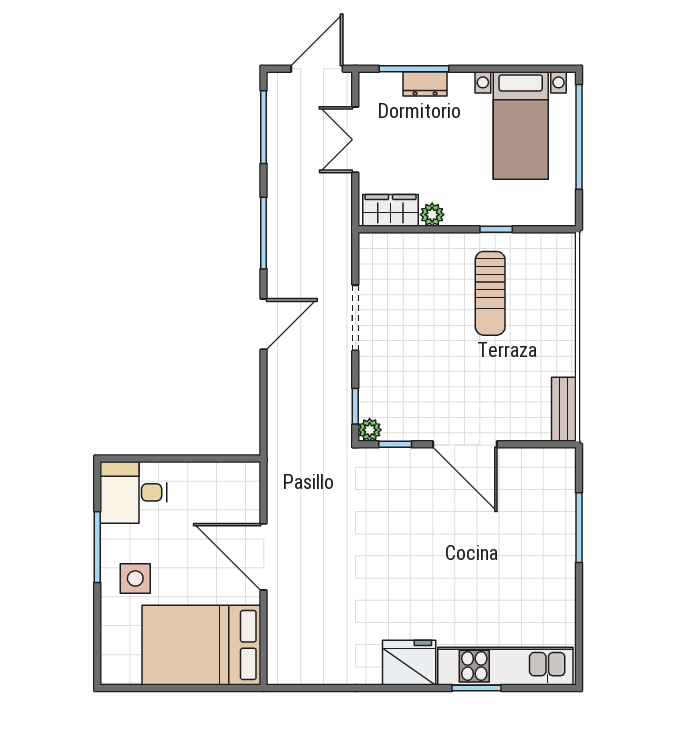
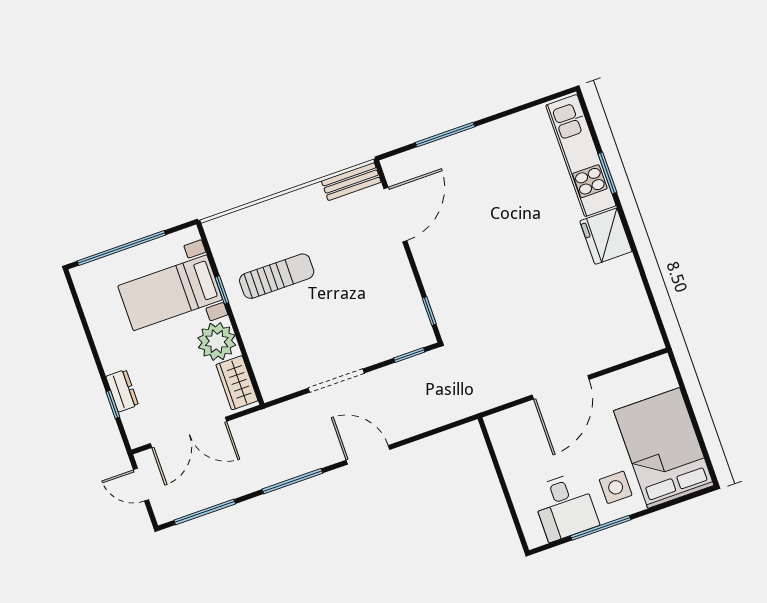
door: (317, 69) -> (141, 485), width x0.73
window: (414, 69) -> (113, 404), width x0.46
bed with nightstands: (521, 126) -> (170, 293), moved, turned 180
double door: (355, 140) -> (188, 432), width x1.37
plant: (432, 215) -> (217, 341), width x1.88, depth x1.88
plant: (370, 430) -> (425, 336), removed
door: (465, 444) -> (395, 215), moved
desk: (134, 492) -> (565, 507), moved
bed: (201, 645) -> (664, 448), moved, turned 180

